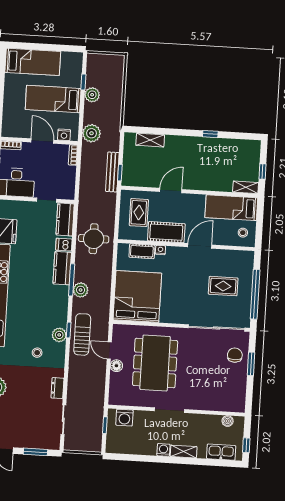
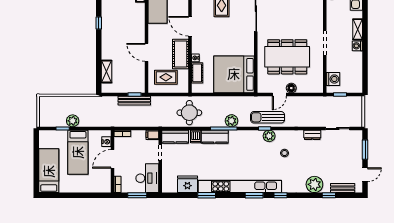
plant: (91, 133) -> (104, 119), removed
filing cabinet: (69, 192) -> (152, 135), added

